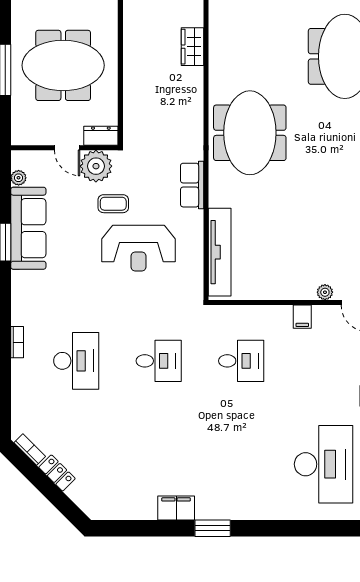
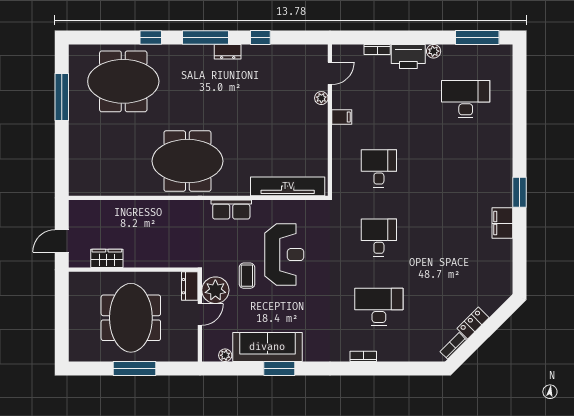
wardrobe: (192, 47) -> (107, 258), moved, turned 180
desk: (324, 464) -> (466, 99), width x0.73, depth x0.77

